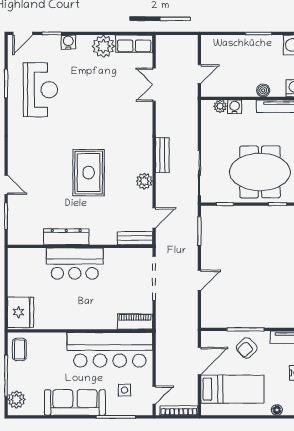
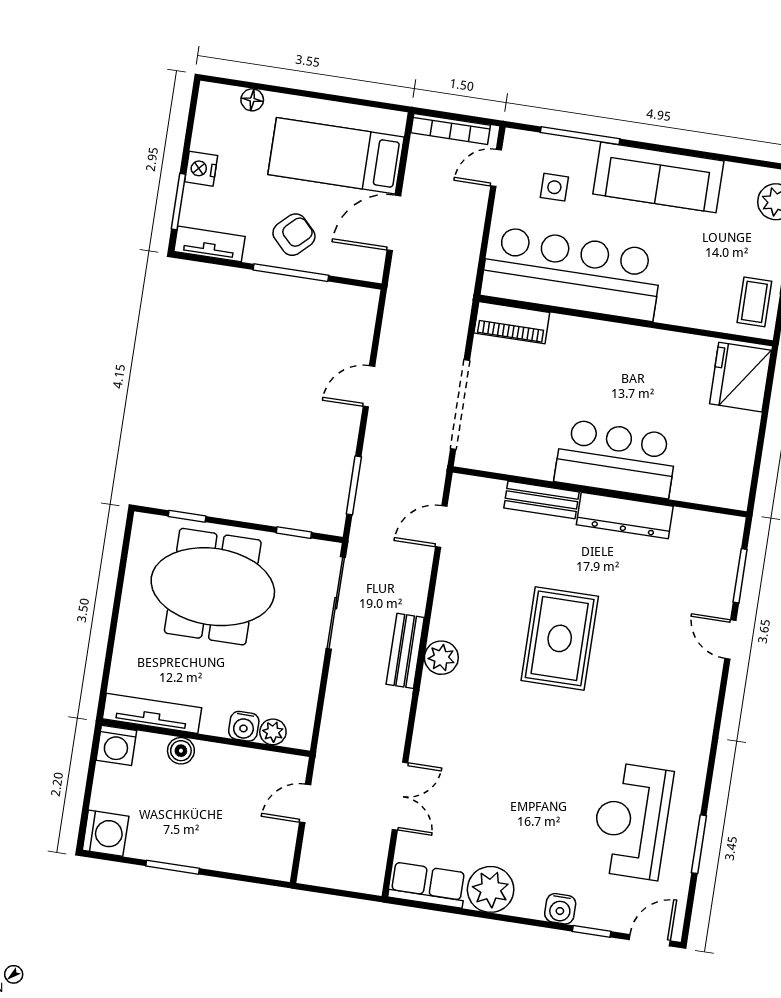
plant: (144, 181) -> (441, 658), moved
bench: (135, 238) -> (542, 500), moved

